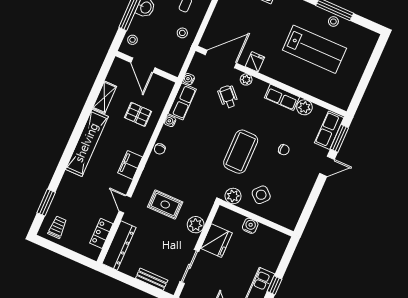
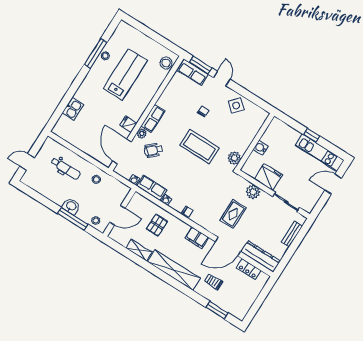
stool: (336, 96) -> (166, 63), added
row of seats: (282, 97) -> (153, 118), moved
plant: (304, 107) -> (171, 90), removed
side table: (261, 195) -> (236, 105), moved
door: (125, 204) -> (228, 247), width x1.88
trolley: (58, 227) -> (213, 282), moved

